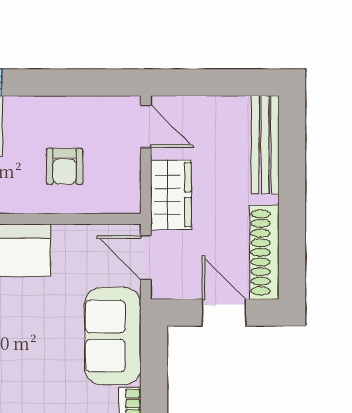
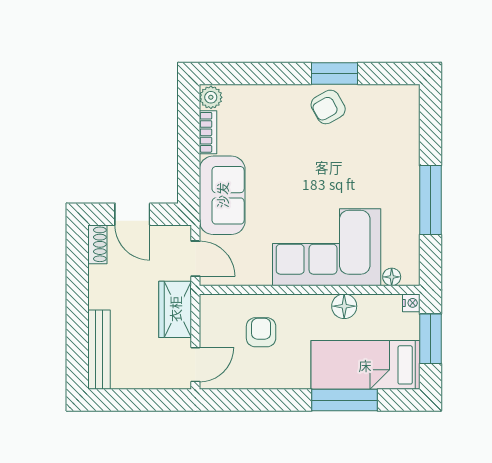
door: (146, 126) -> (195, 365), swing flipped
shoe rack: (264, 252) -> (97, 244), width x0.51, depth x0.81

